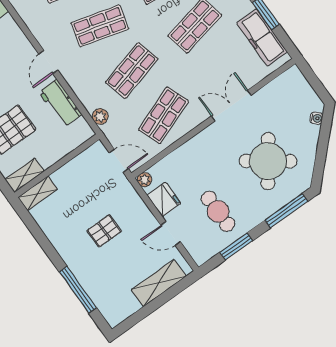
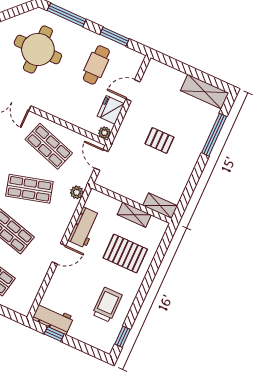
shop shelf: (164, 115) -> (49, 146), turned 39
round table: (268, 161) -> (38, 49), turned -36
shelving: (25, 175) -> (134, 215), moved
door: (171, 234) -> (133, 90), swing flipped
shelving: (159, 283) -> (205, 92), moved

